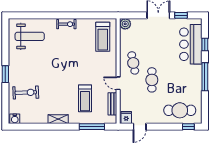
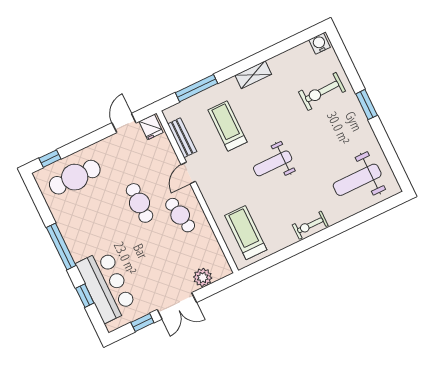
plant: (125, 24) -> (203, 277), moved
weight bench: (71, 67) -> (273, 163), added
door: (118, 83) -> (188, 173), swing flipped

